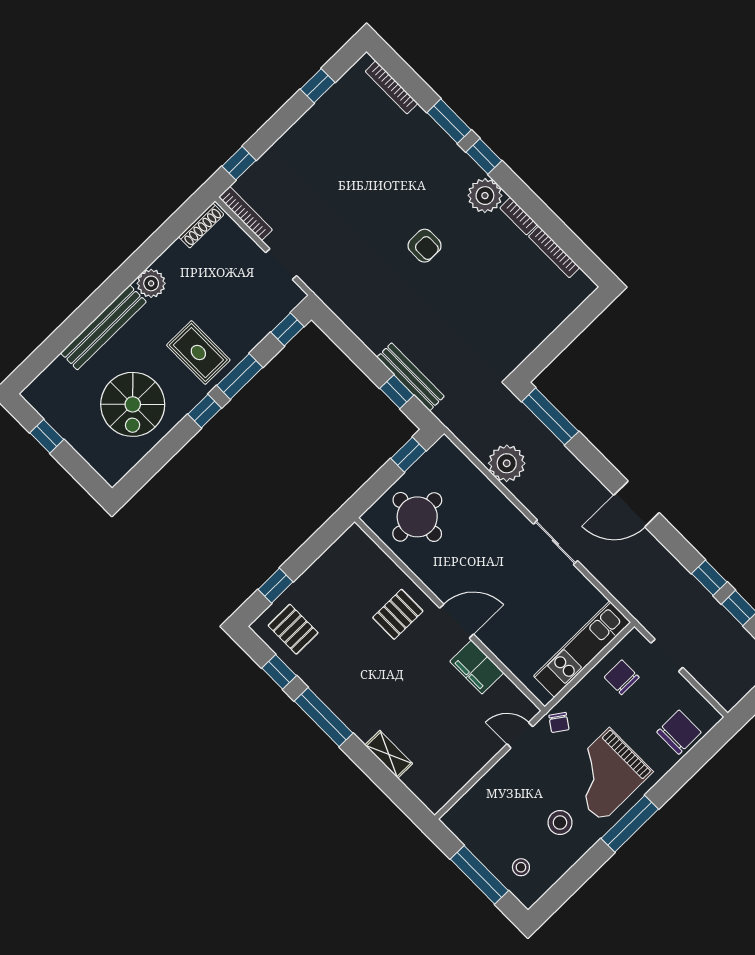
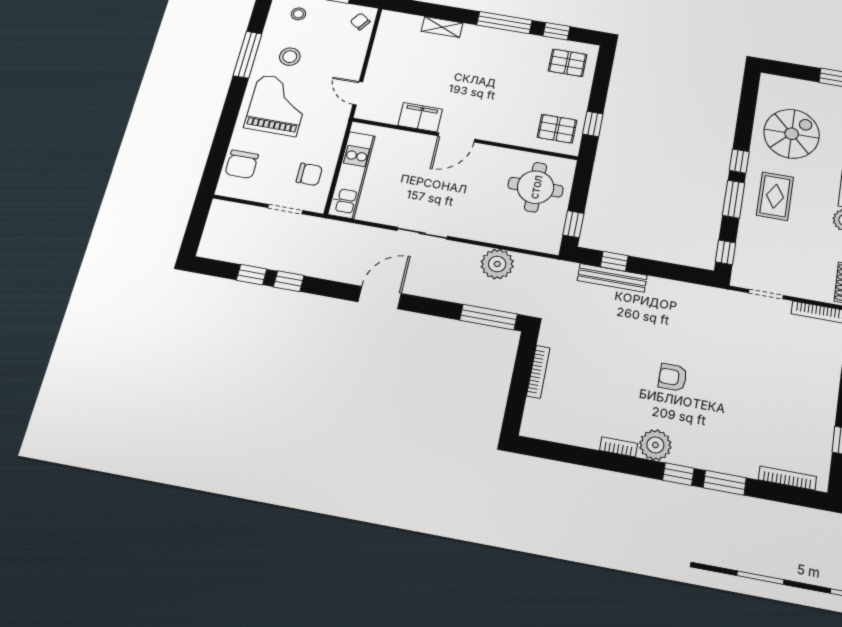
bookcase: (554, 252) -> (538, 372), moved, turned 90
rug: (198, 353) -> (775, 196), turned 90
spiral stairs: (133, 404) -> (792, 134), turned 90
window: (276, 586) -> (593, 124), moved
pallet: (398, 614) -> (557, 129), moved, turned 90
chair: (559, 722) -> (360, 21), moved
door: (520, 735) -> (358, 93), swing flipped
window: (630, 824) -> (248, 55), moved

